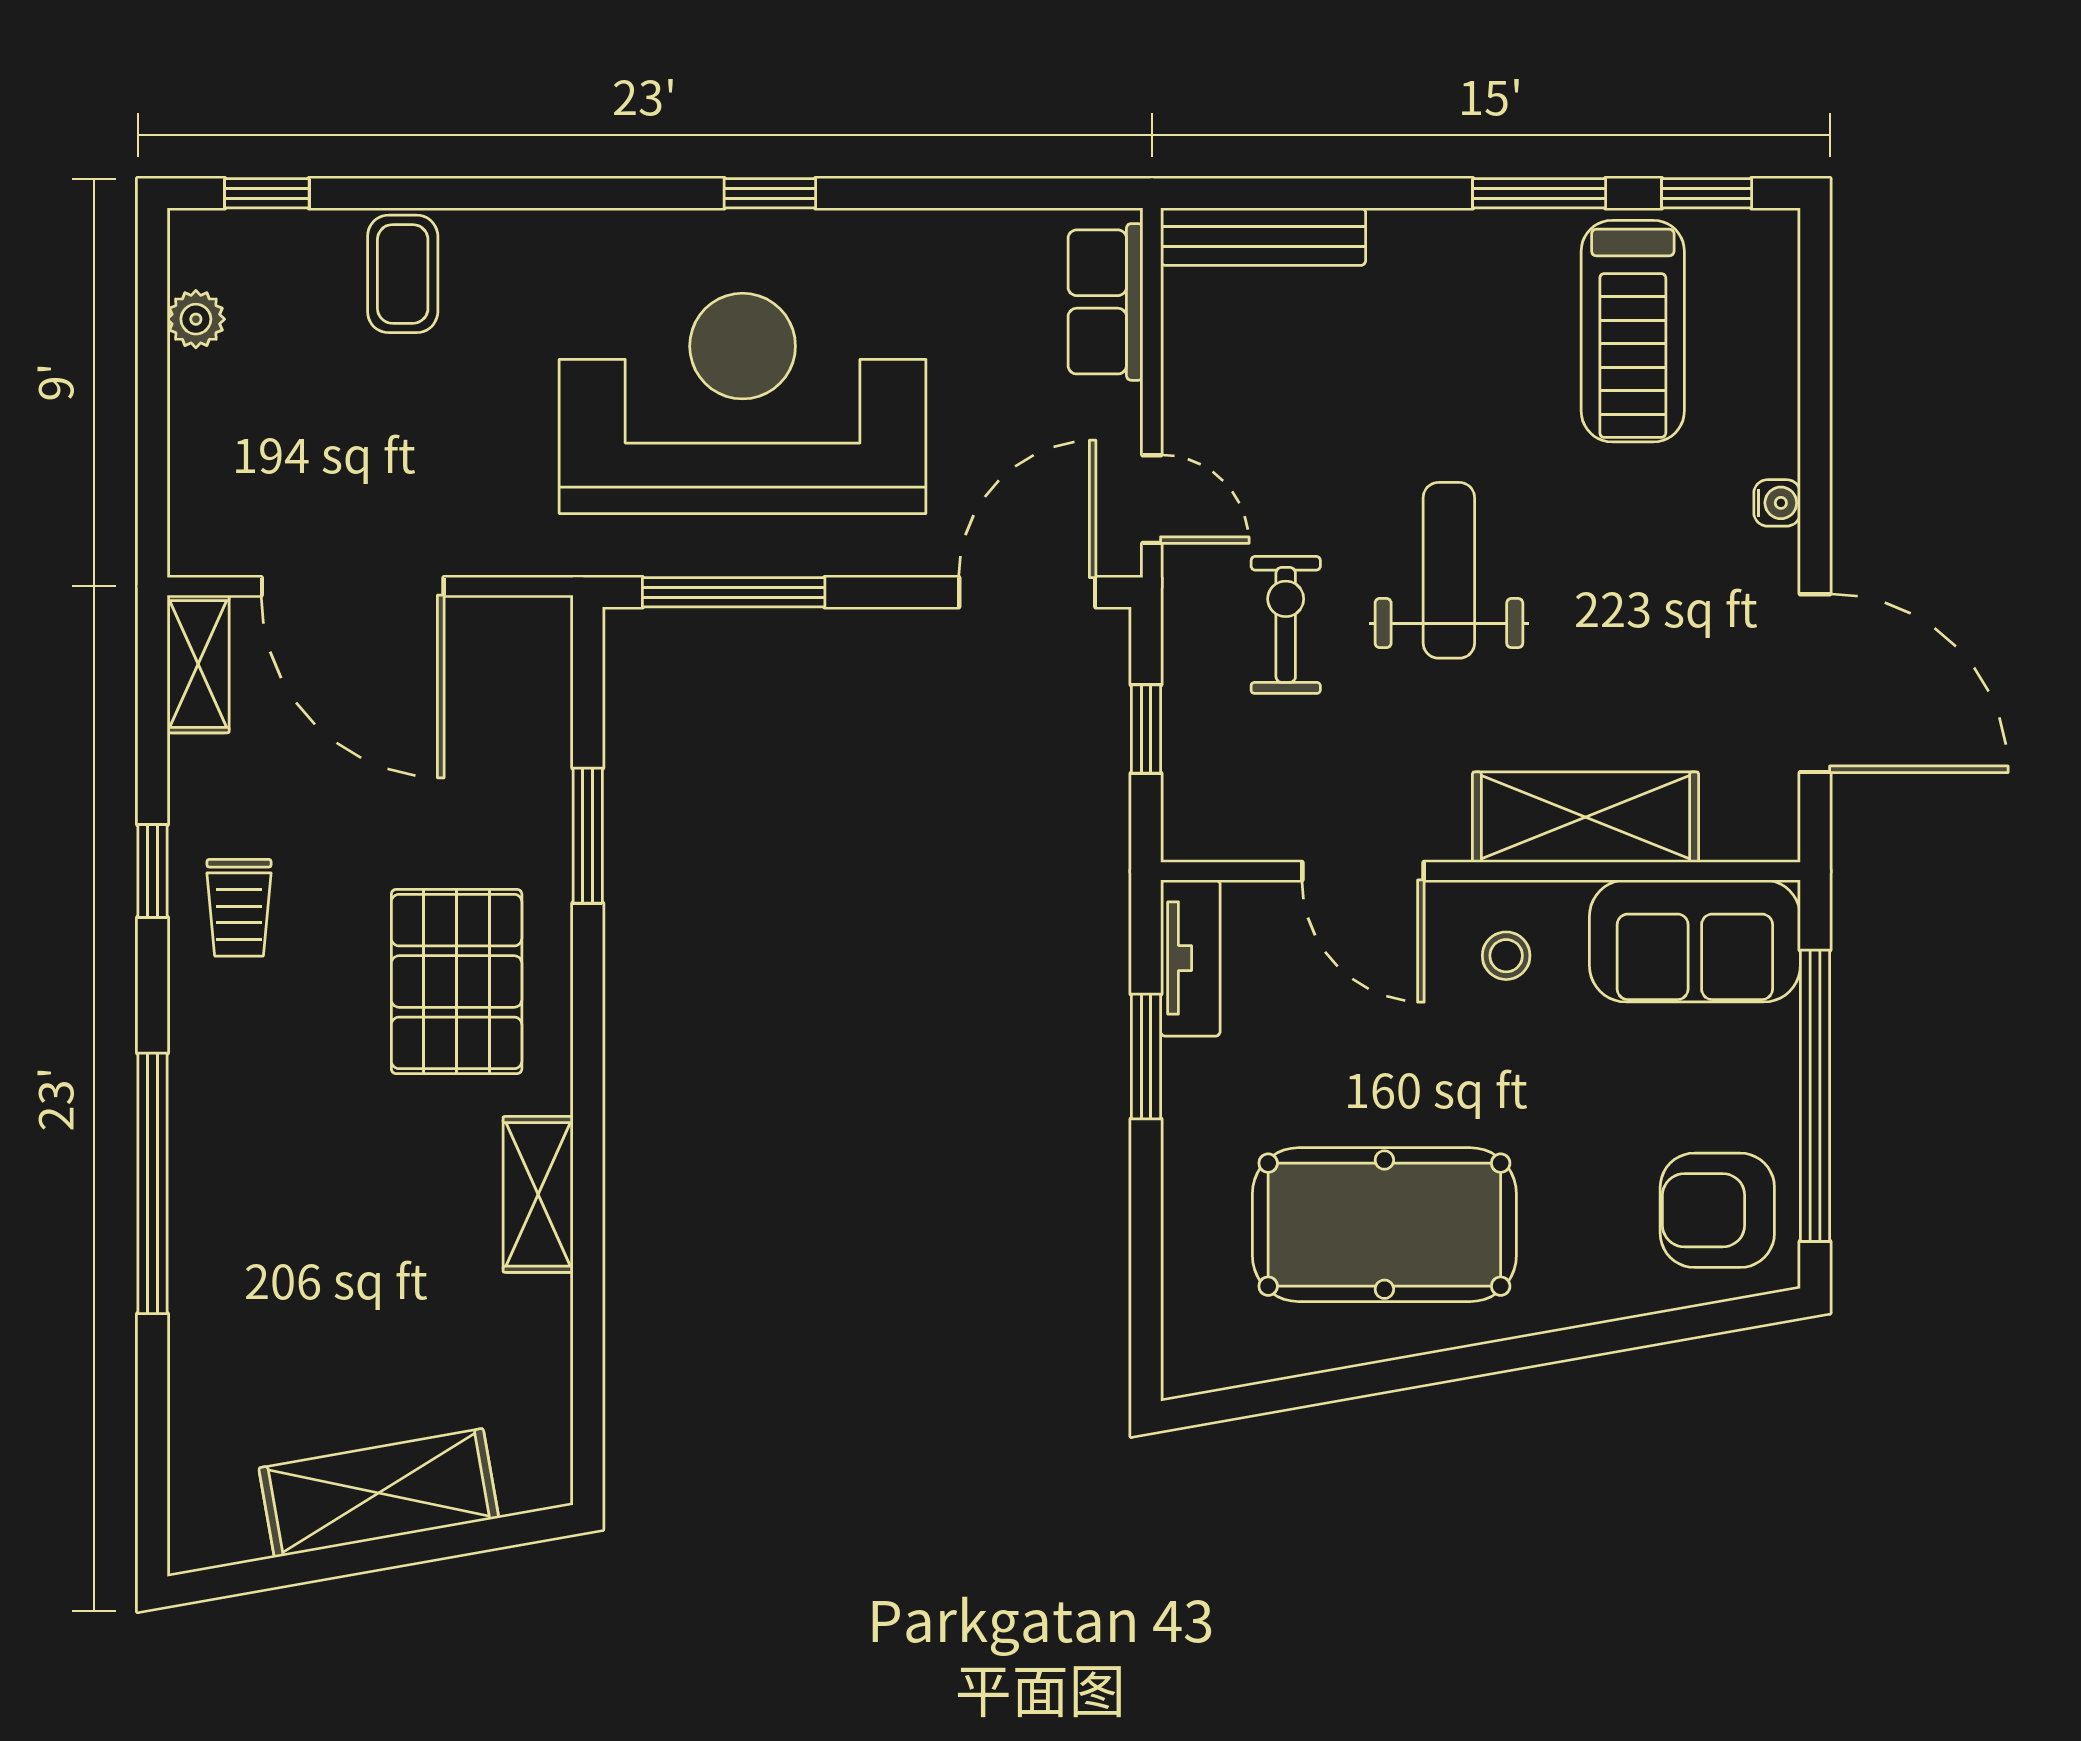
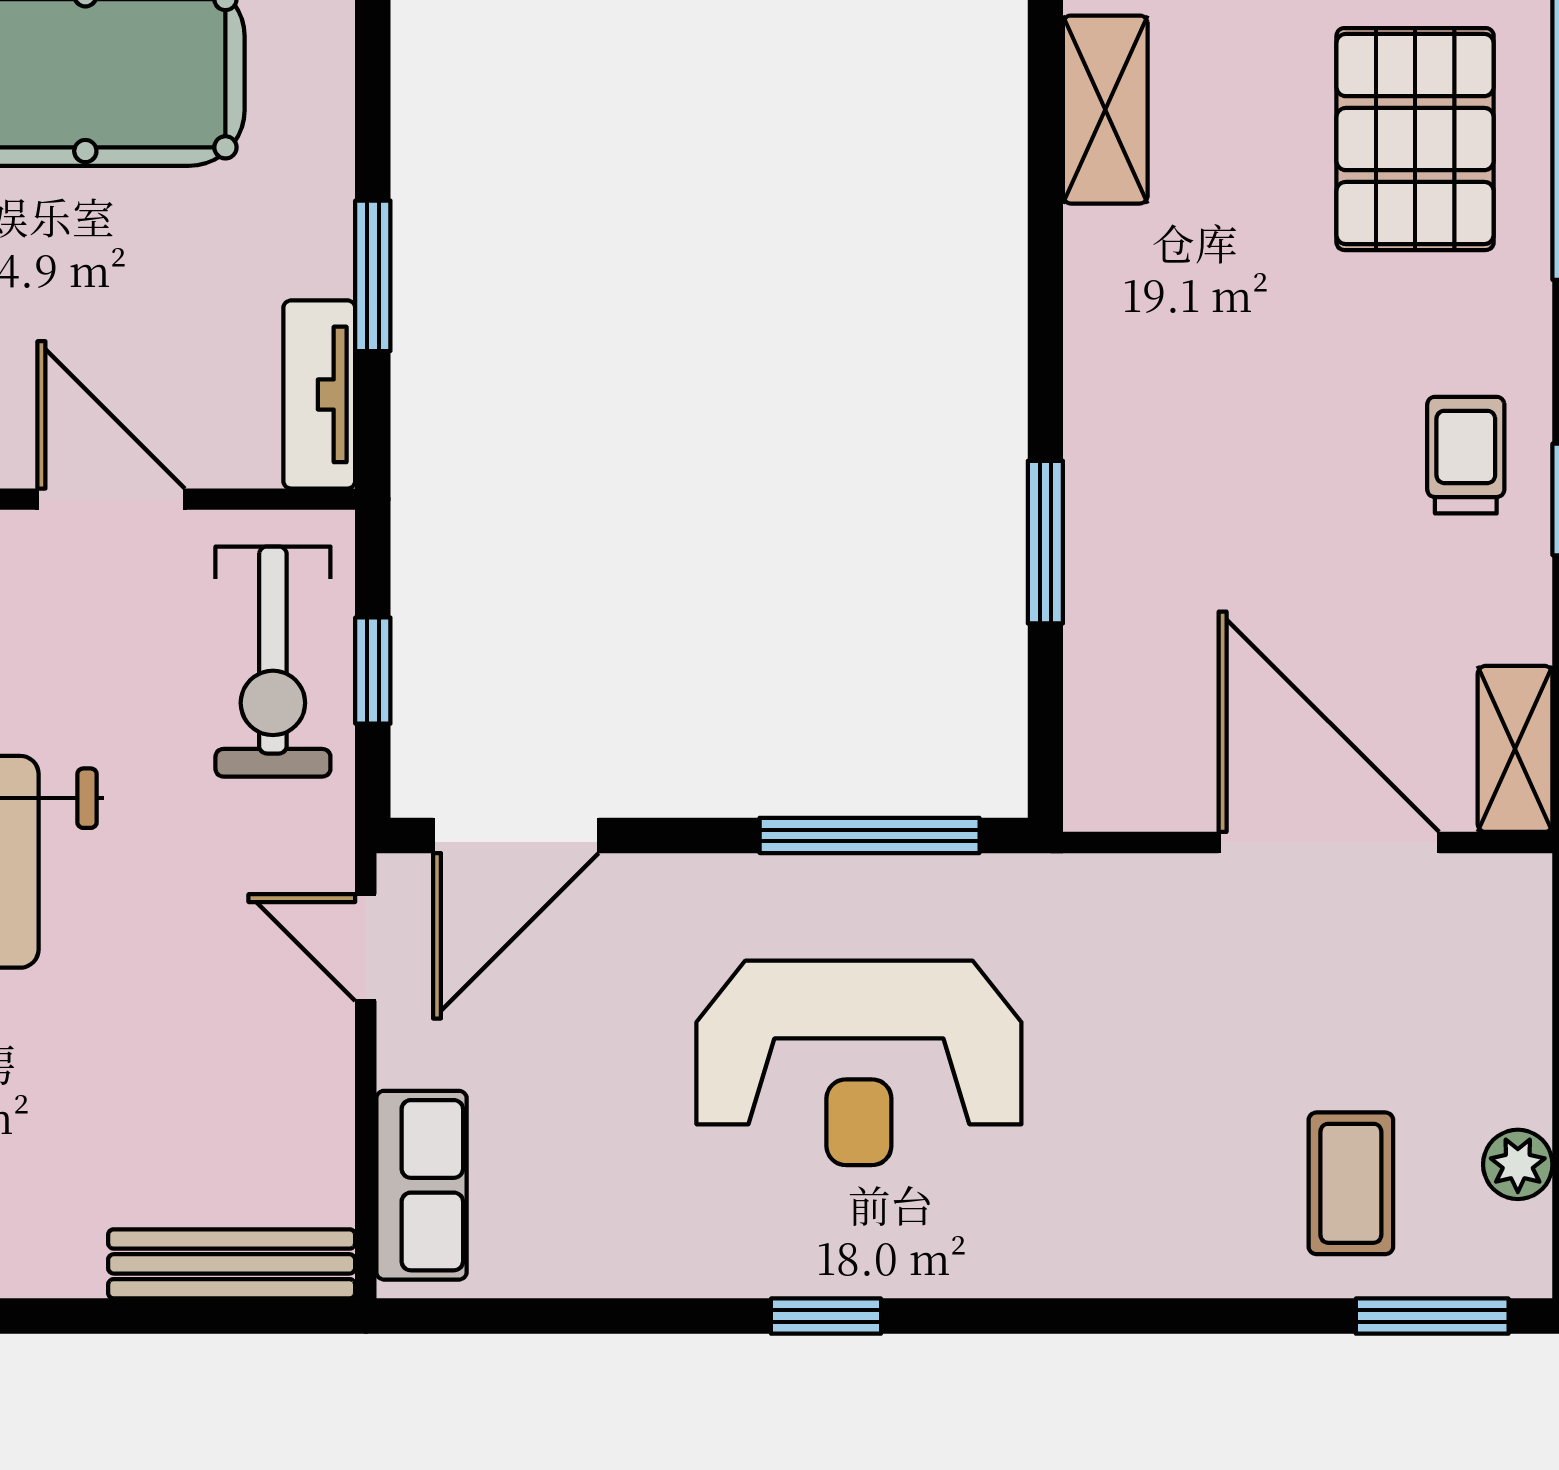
window: (267, 193) -> (1432, 1316), width x1.50
coffee table: (403, 274) -> (1351, 1183), moved
reception desk: (743, 403) -> (859, 1063), width x0.74, depth x0.77
exercise bike: (1286, 625) -> (273, 662), moved, width x1.38, depth x1.39
pallet: (457, 981) -> (1415, 139), moved

